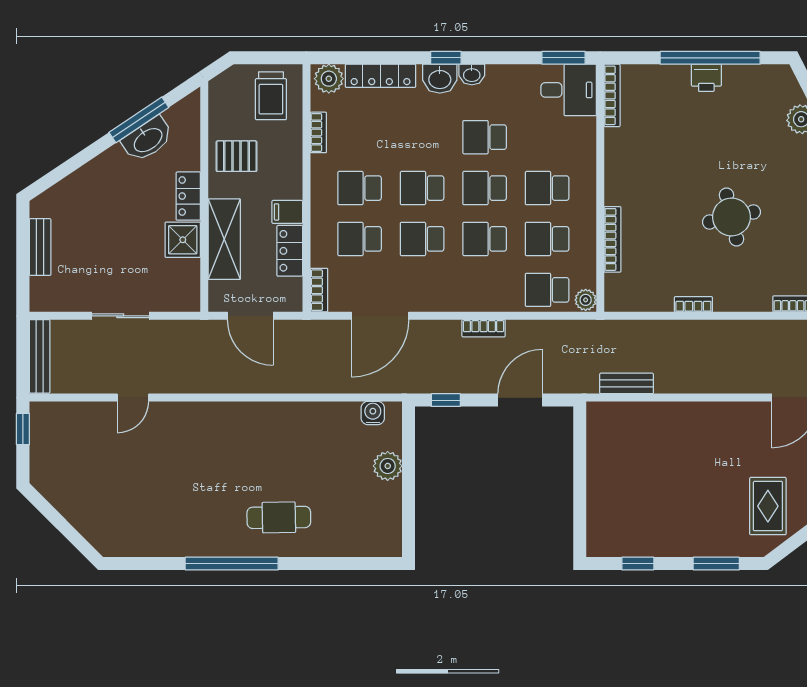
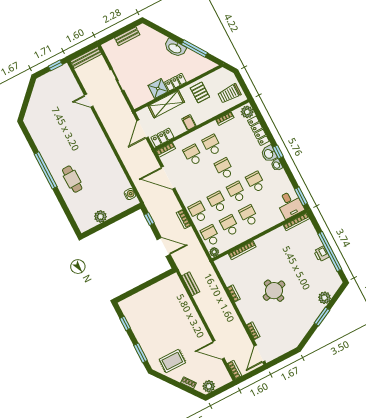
washbasin: (148, 139) -> (175, 48), moved
school desk: (422, 239) -> (198, 212), moved
locker: (290, 251) -> (162, 137), moved
plant: (388, 466) -> (100, 216), moved

